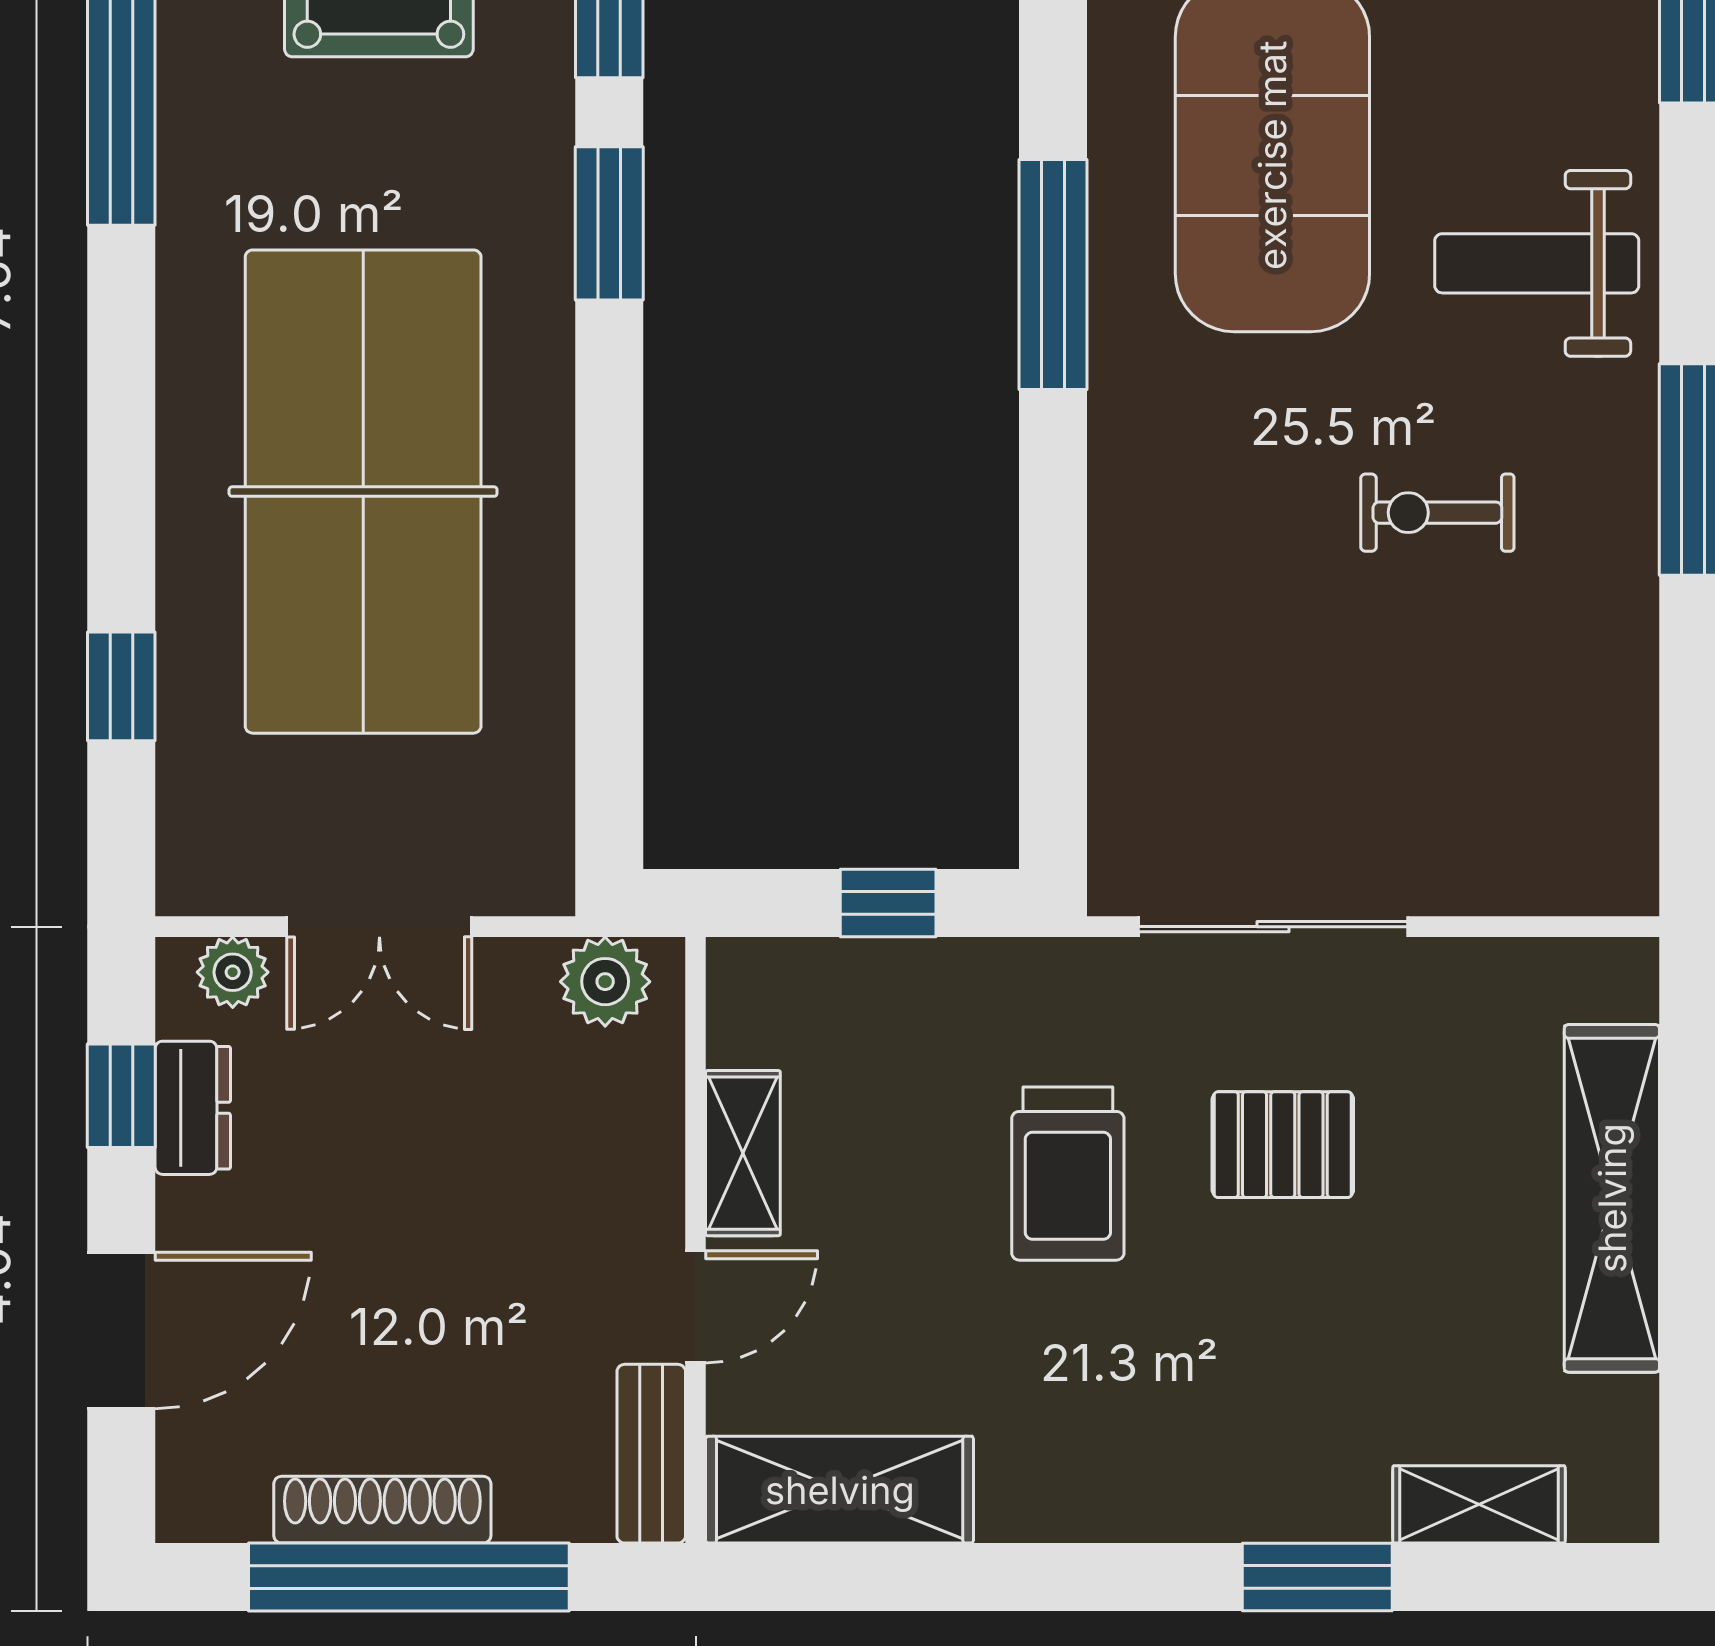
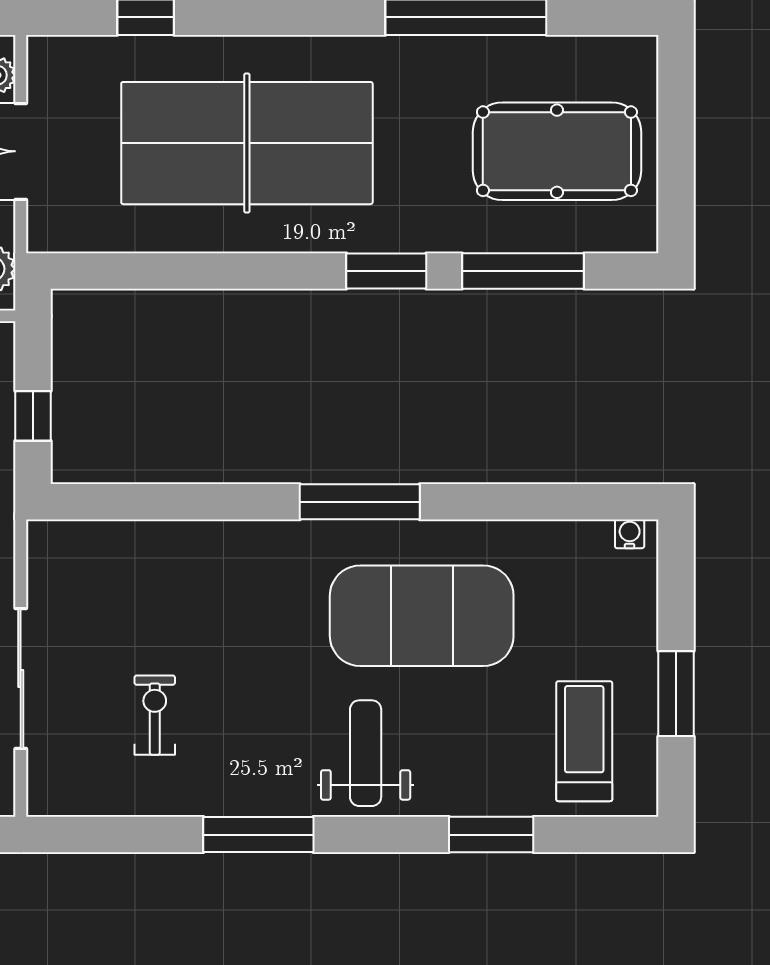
exercise bike: (1437, 513) -> (155, 715), moved
sliding door: (1273, 927) -> (21, 679), moved

